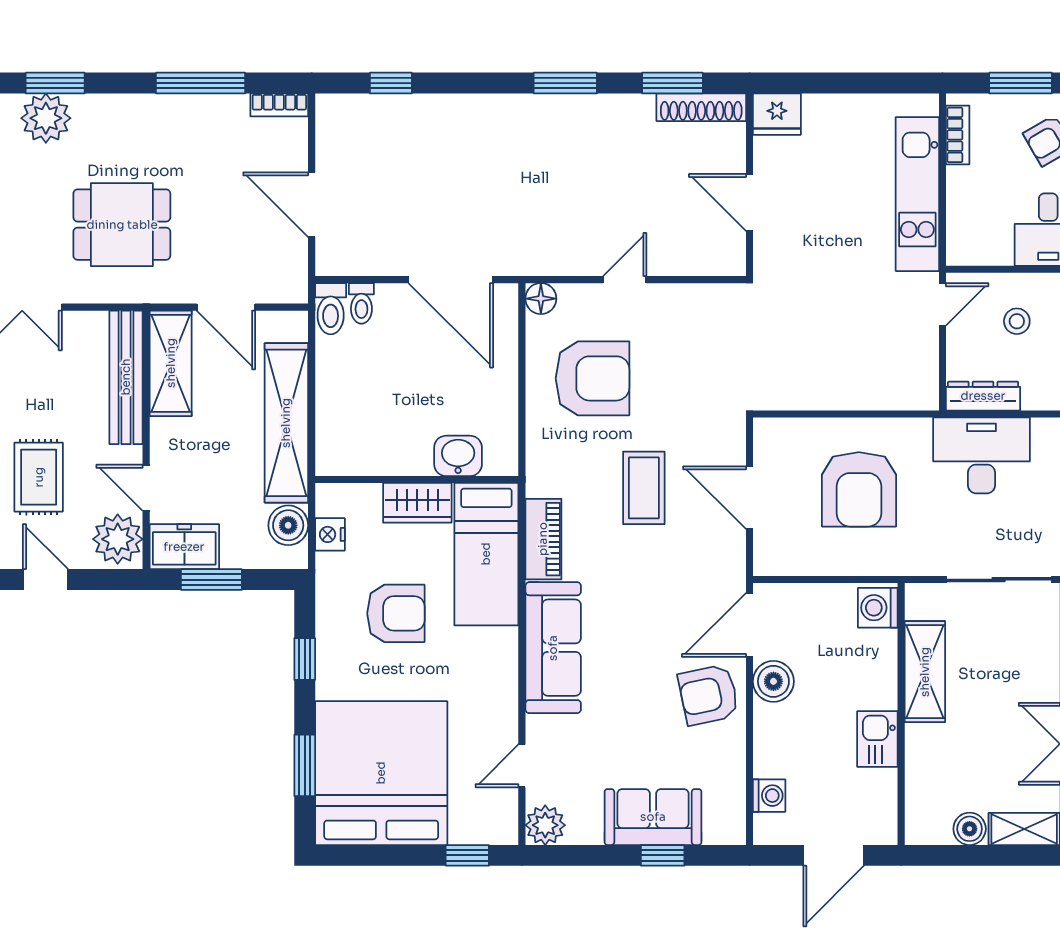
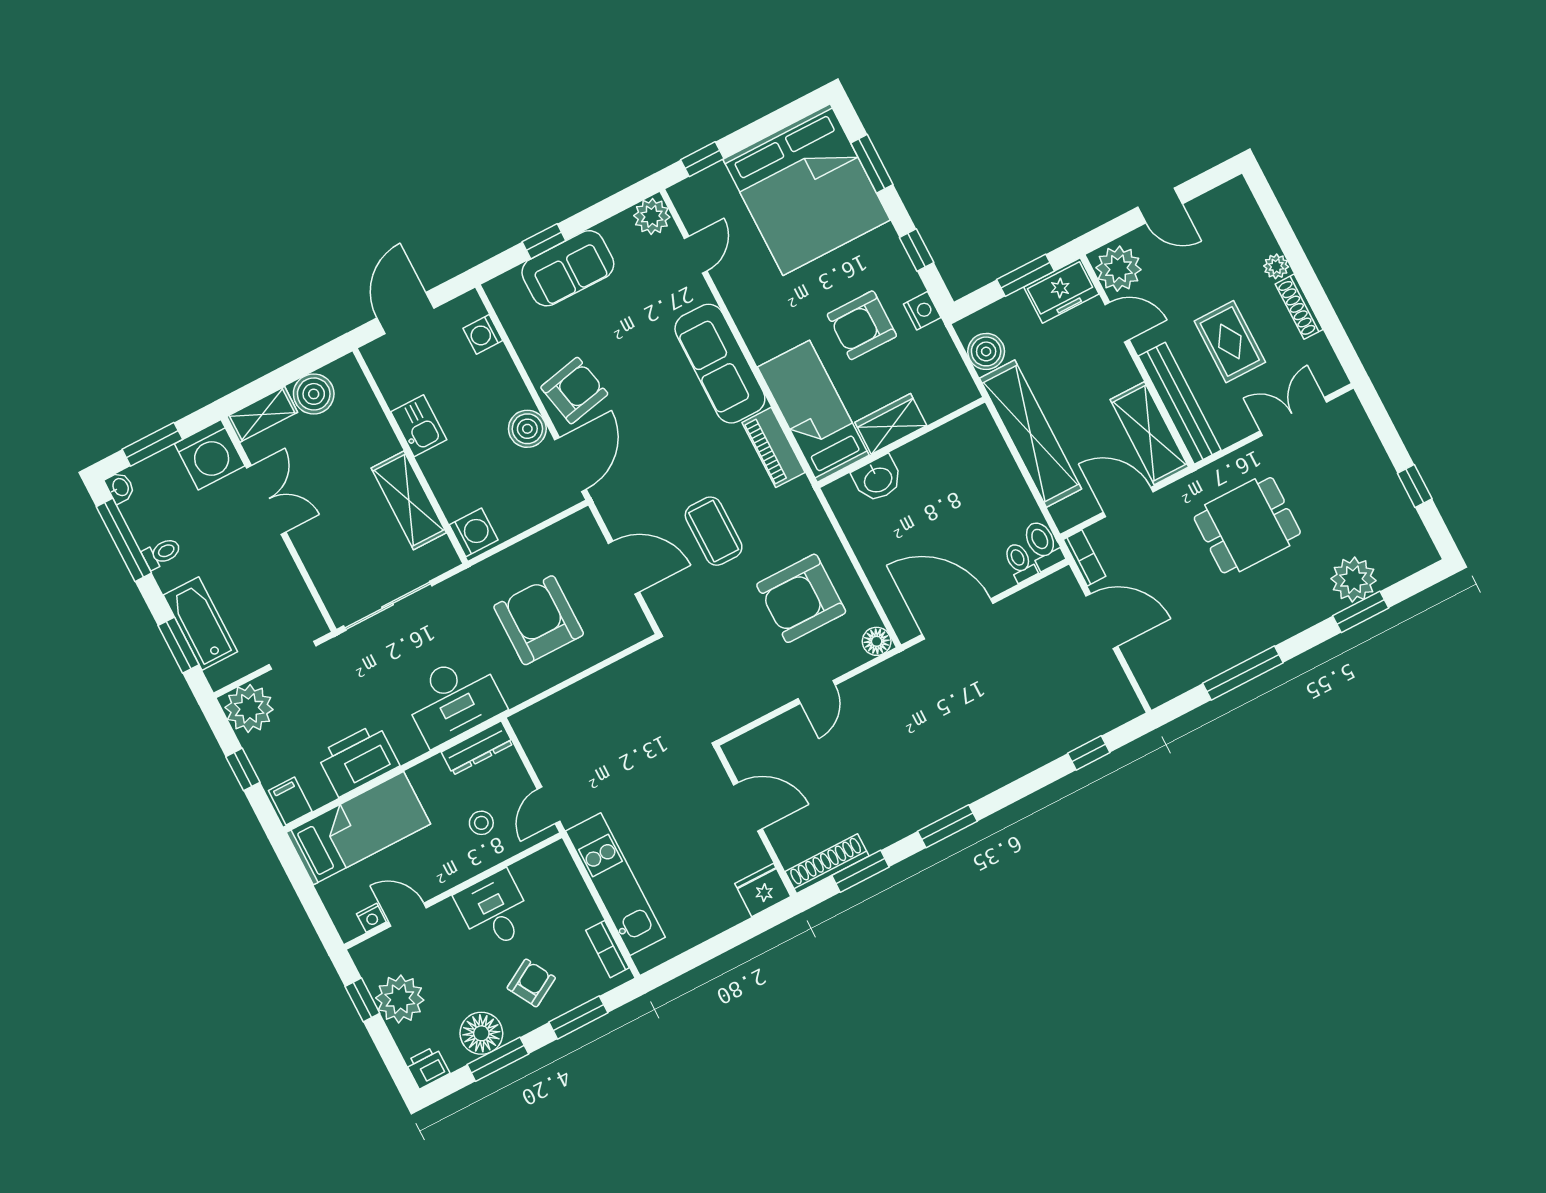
bookcase: (279, 105) -> (1084, 558), moved, turned 90
rug: (39, 477) -> (1230, 342), moved
nightstand: (330, 534) -> (922, 311), moved
boiler: (970, 829) -> (314, 394), width x1.36, depth x1.36

